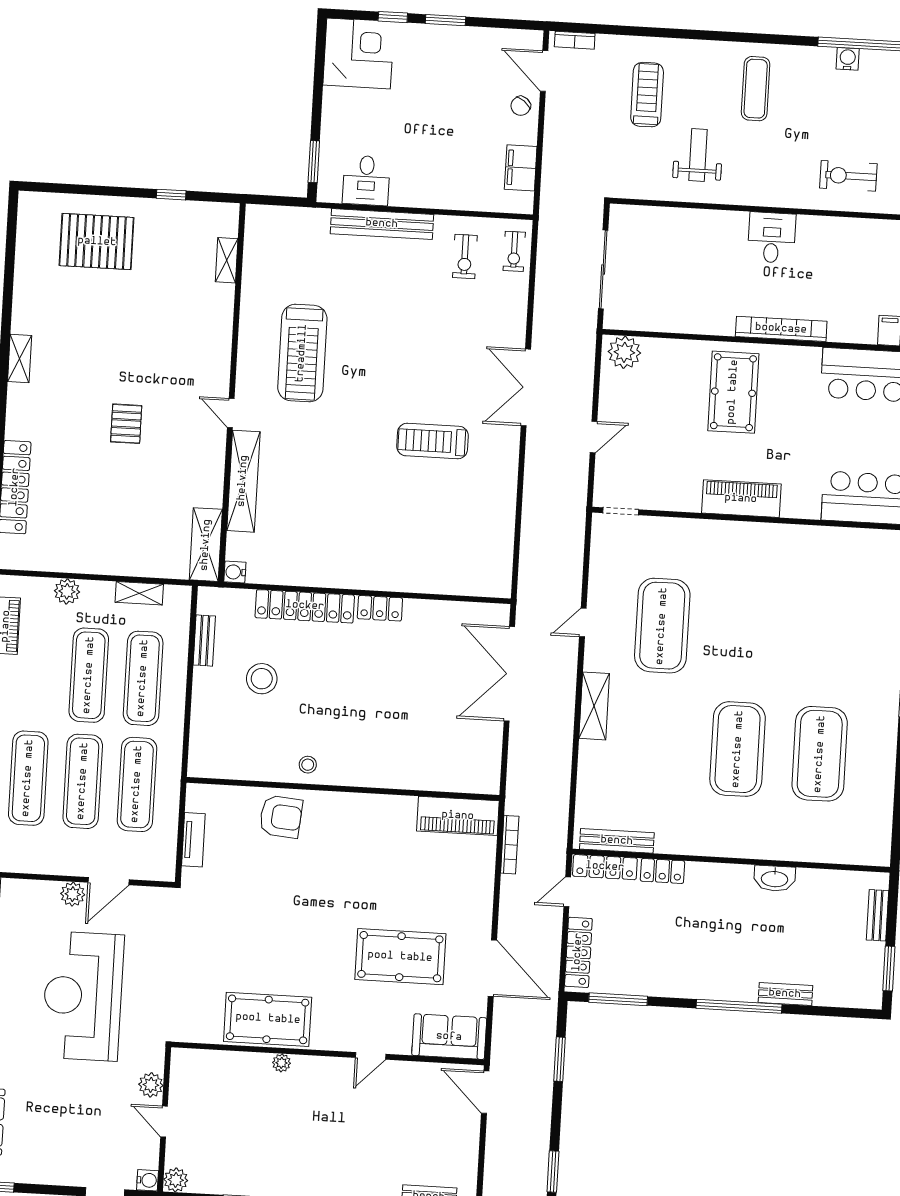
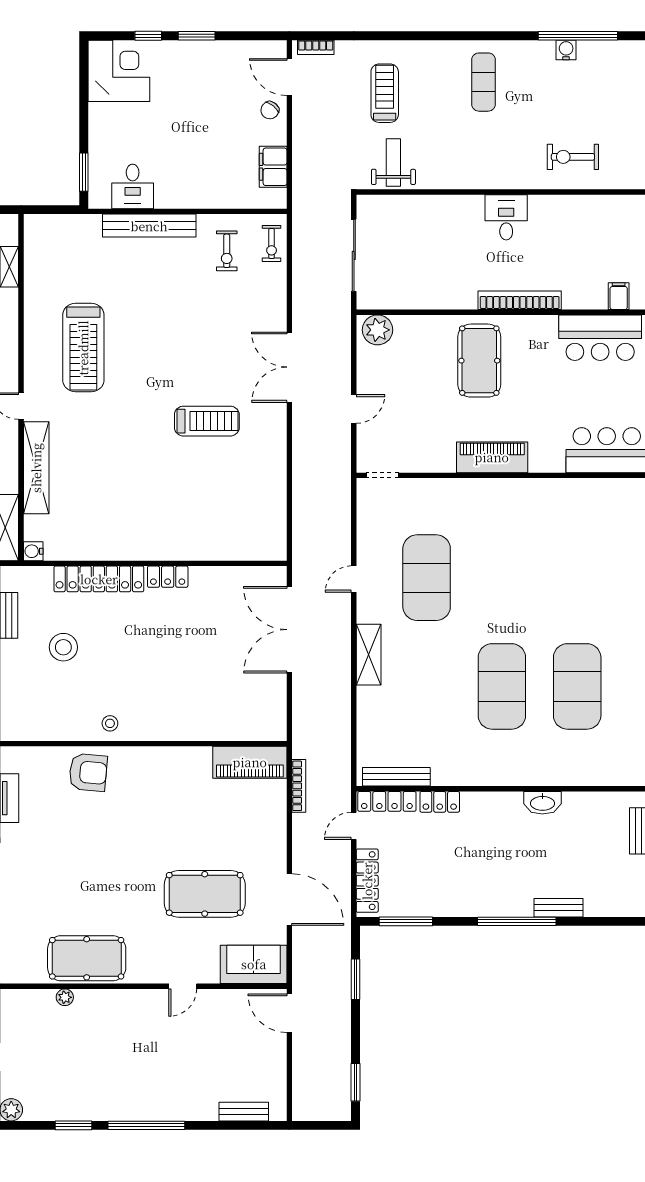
weight bench: (698, 155) -> (393, 163), moved
treadmill: (432, 441) -> (207, 421), turned 180
plant: (282, 1063) -> (65, 997), moved

